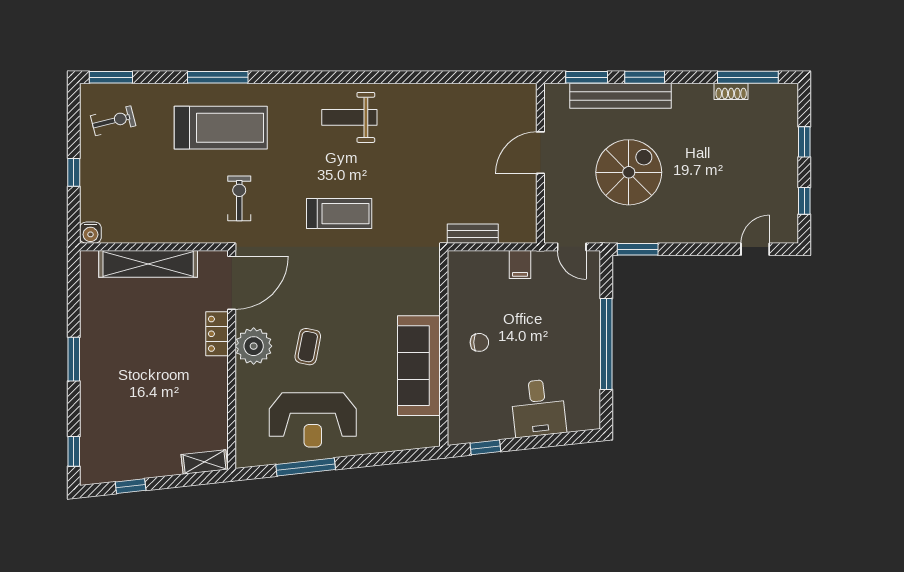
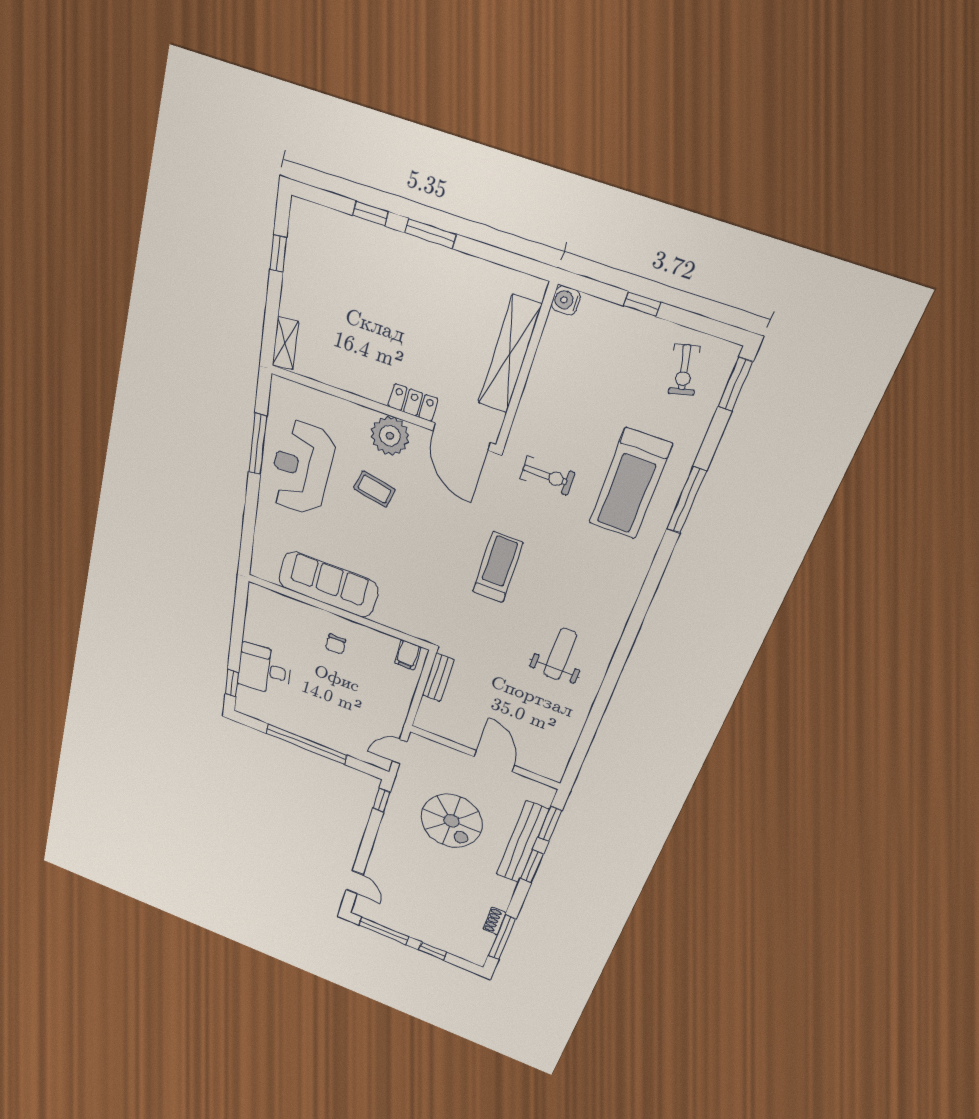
weight bench: (349, 117) -> (560, 654), moved
window: (804, 201) -> (384, 931), width x2.17
treadmill: (339, 214) -> (498, 567), turned 180
window: (638, 249) -> (381, 800), width x0.67
filing cabinet: (520, 265) -> (408, 655), moved, turned -90
window: (485, 447) -> (232, 683), moved
window: (74, 451) -> (370, 213), moved

